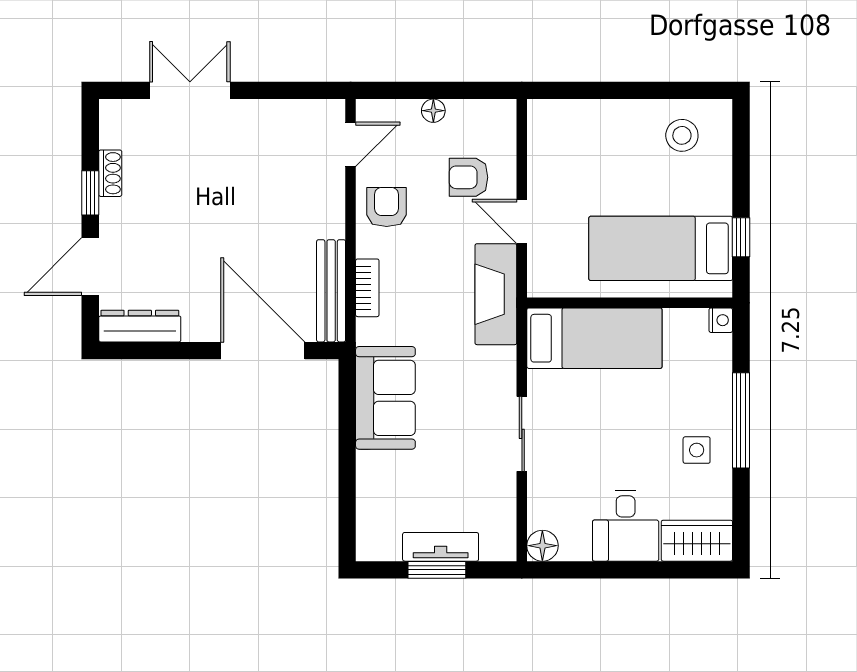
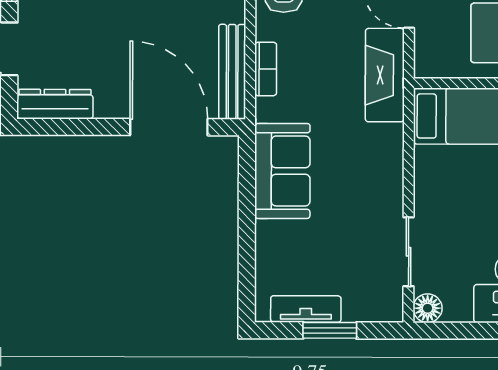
sliding door: (522, 434) -> (409, 252), moved
tv unit: (441, 547) -> (306, 309), moved

